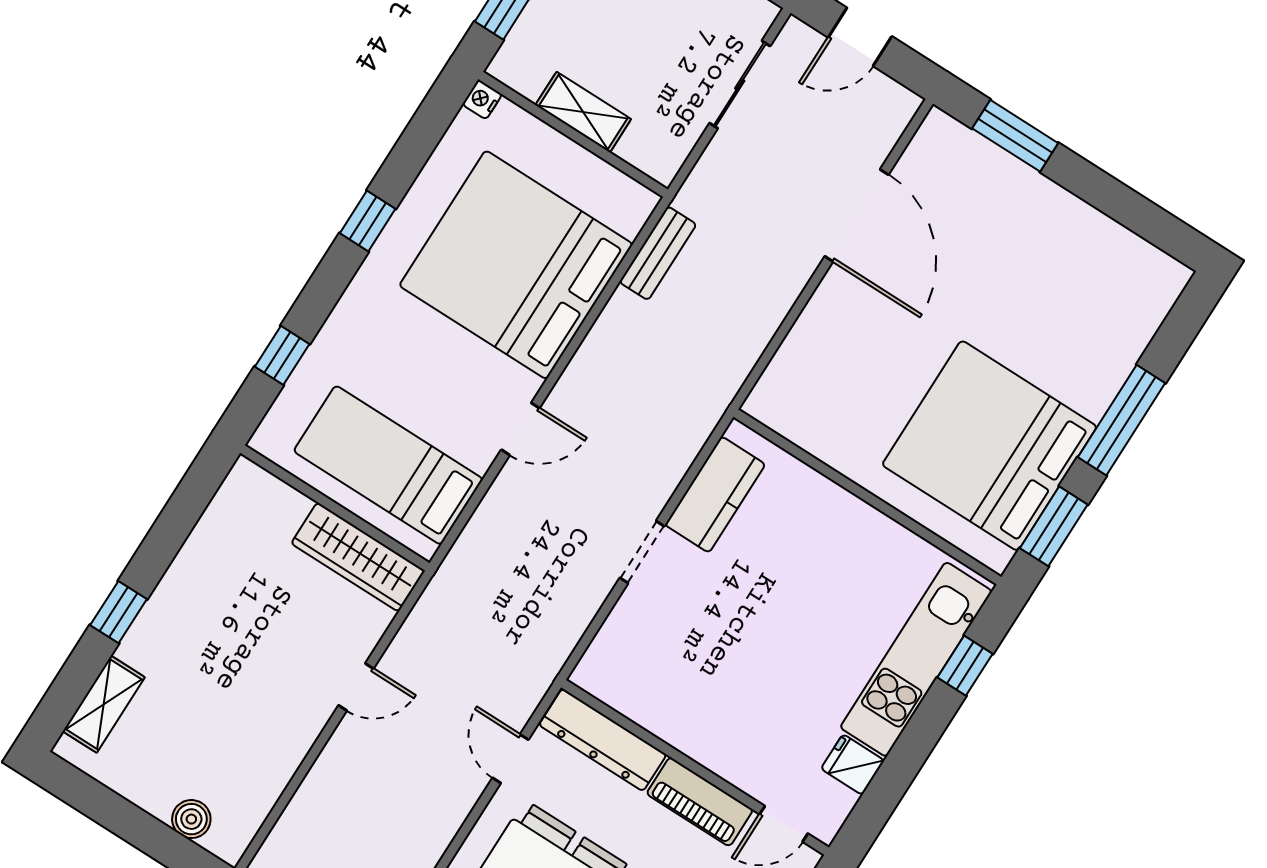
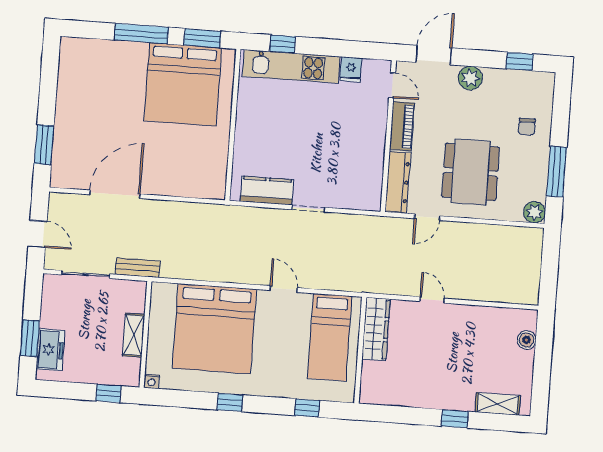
bench: (658, 253) -> (138, 268), moved

